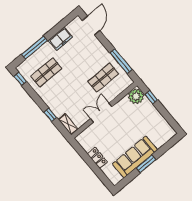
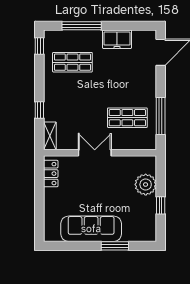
plant: (136, 96) -> (146, 185), moved
window: (151, 97) -> (161, 205), moved
locker: (97, 158) -> (51, 174), moved
window: (146, 164) -> (115, 246), moved

